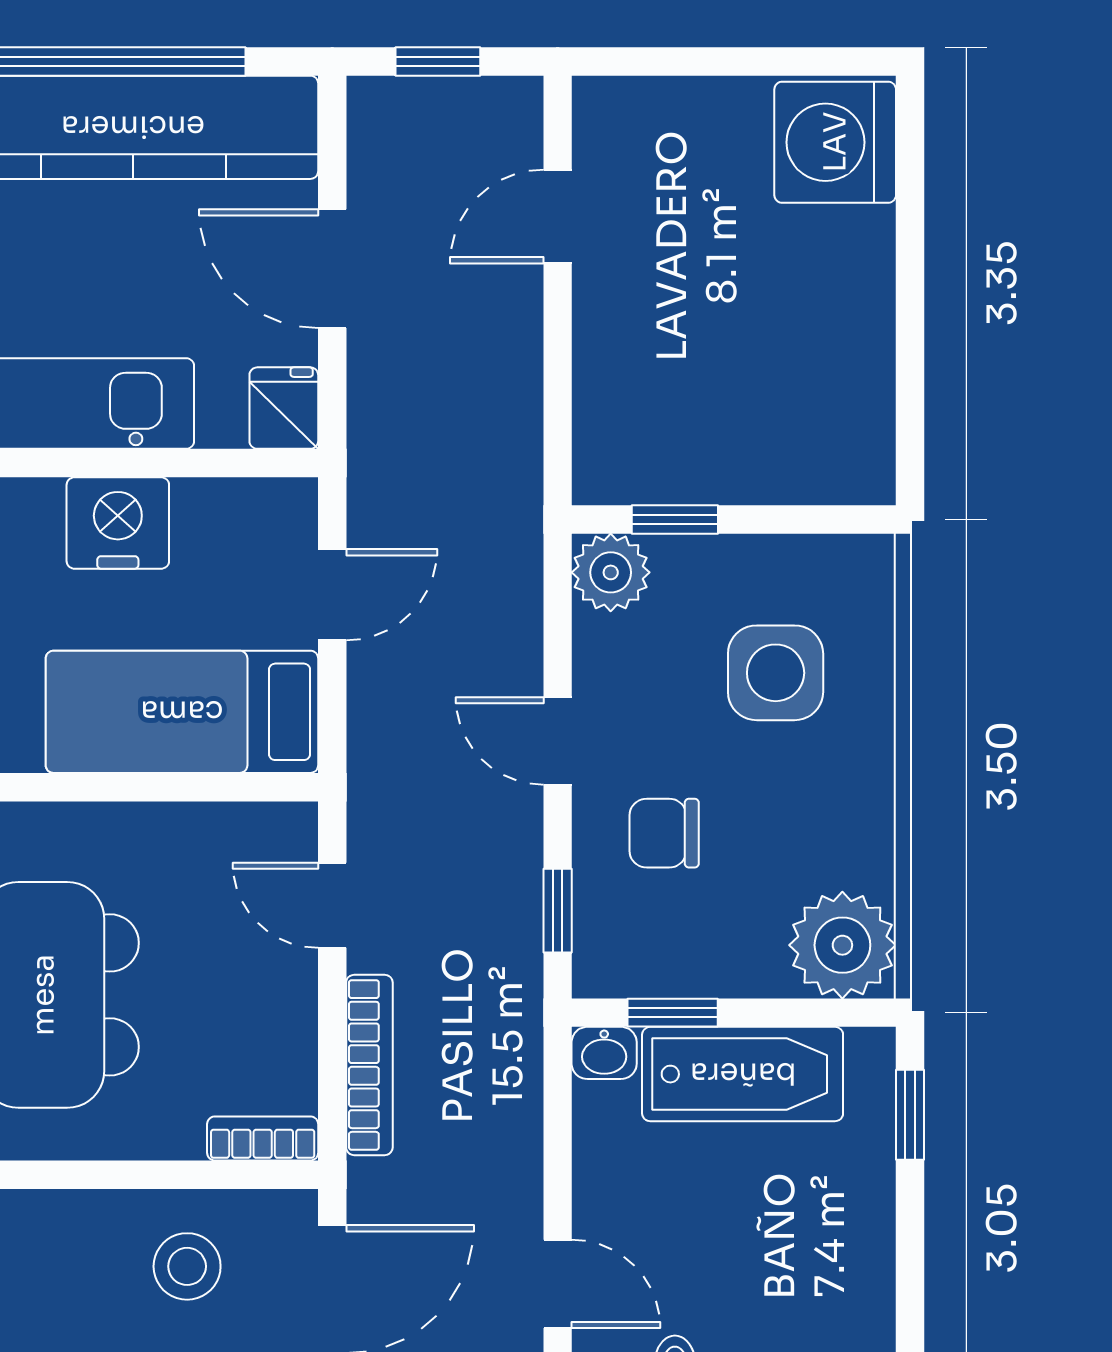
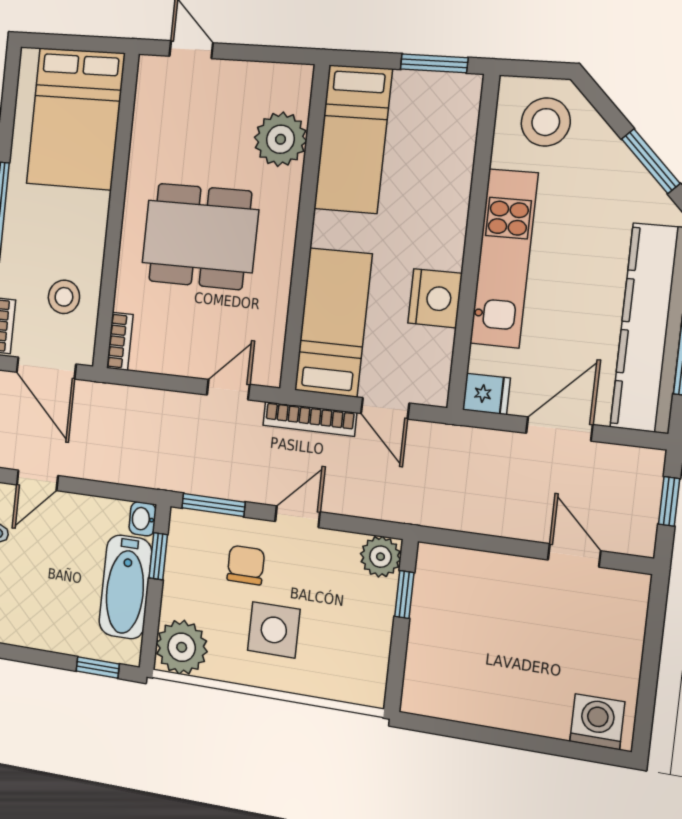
washing machine: (835, 142) -> (597, 722), width x0.73, depth x0.73
side table: (776, 673) -> (274, 630), moved
window: (558, 911) -> (214, 505), width x1.50
bookcase: (369, 1065) -> (310, 419), moved

